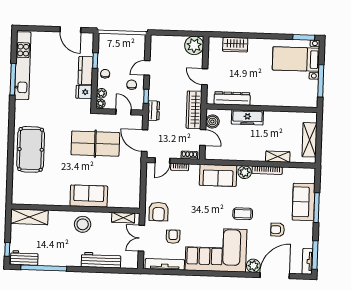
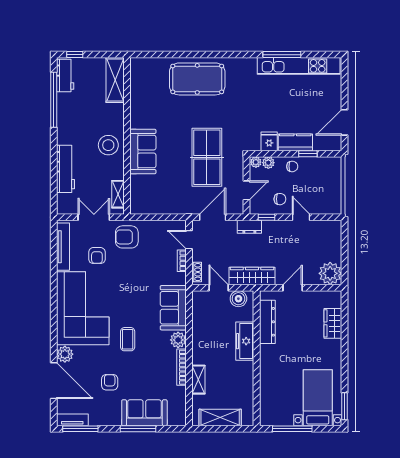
door: (203, 138) -> (219, 288), swing flipped
armchair: (173, 237) -> (97, 256), turned 90

